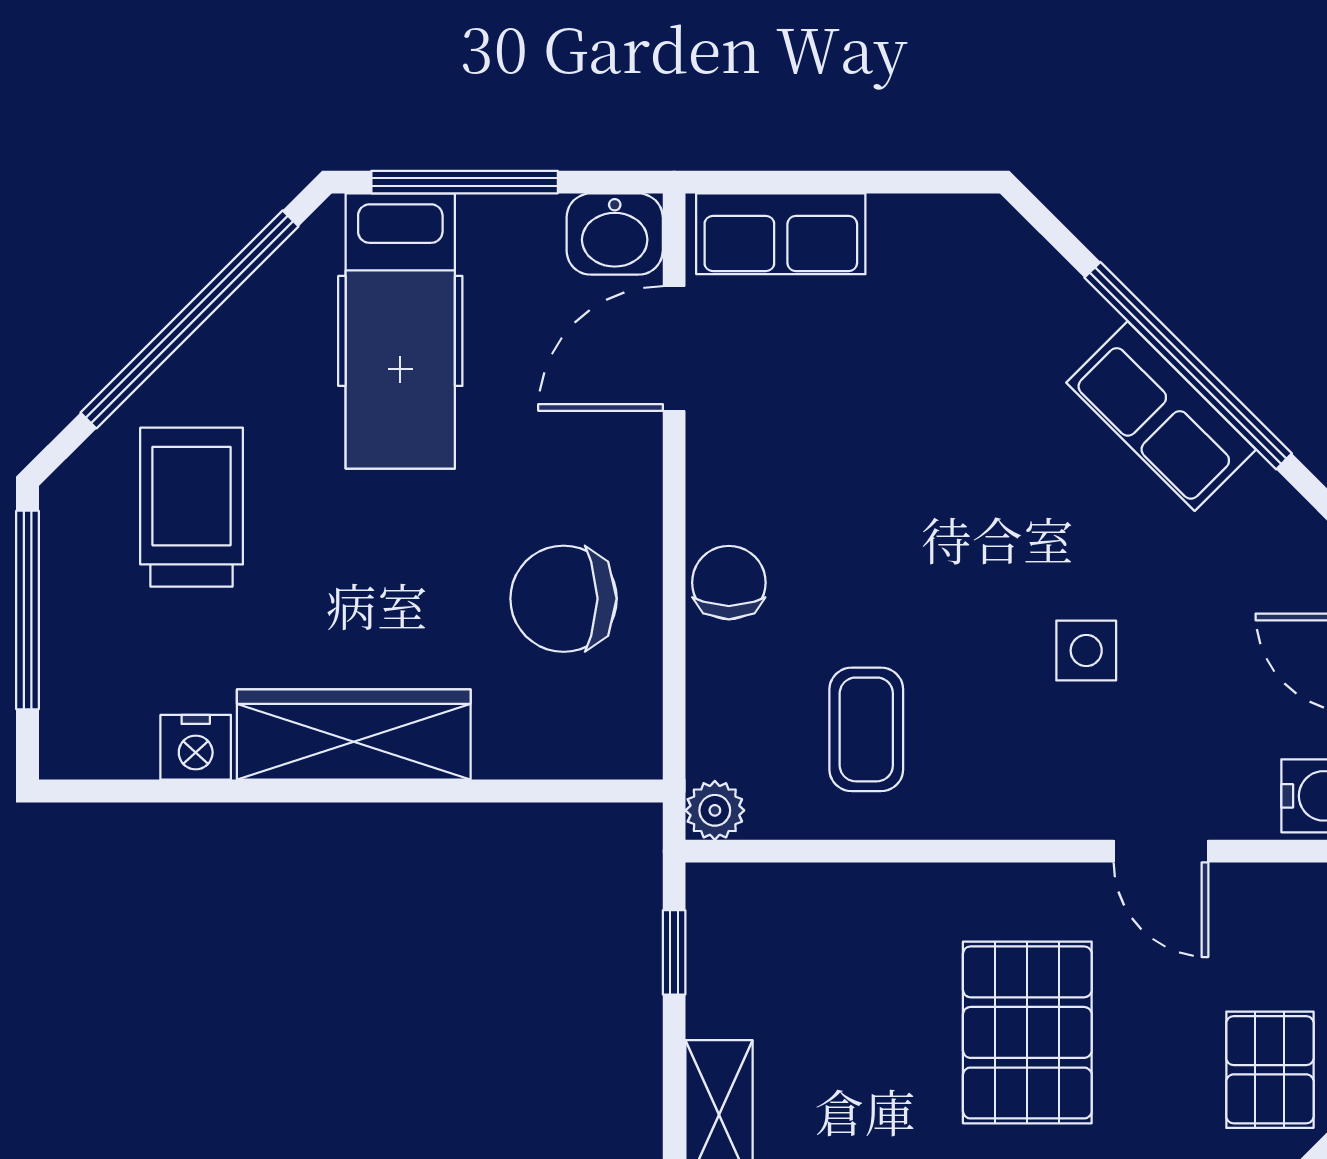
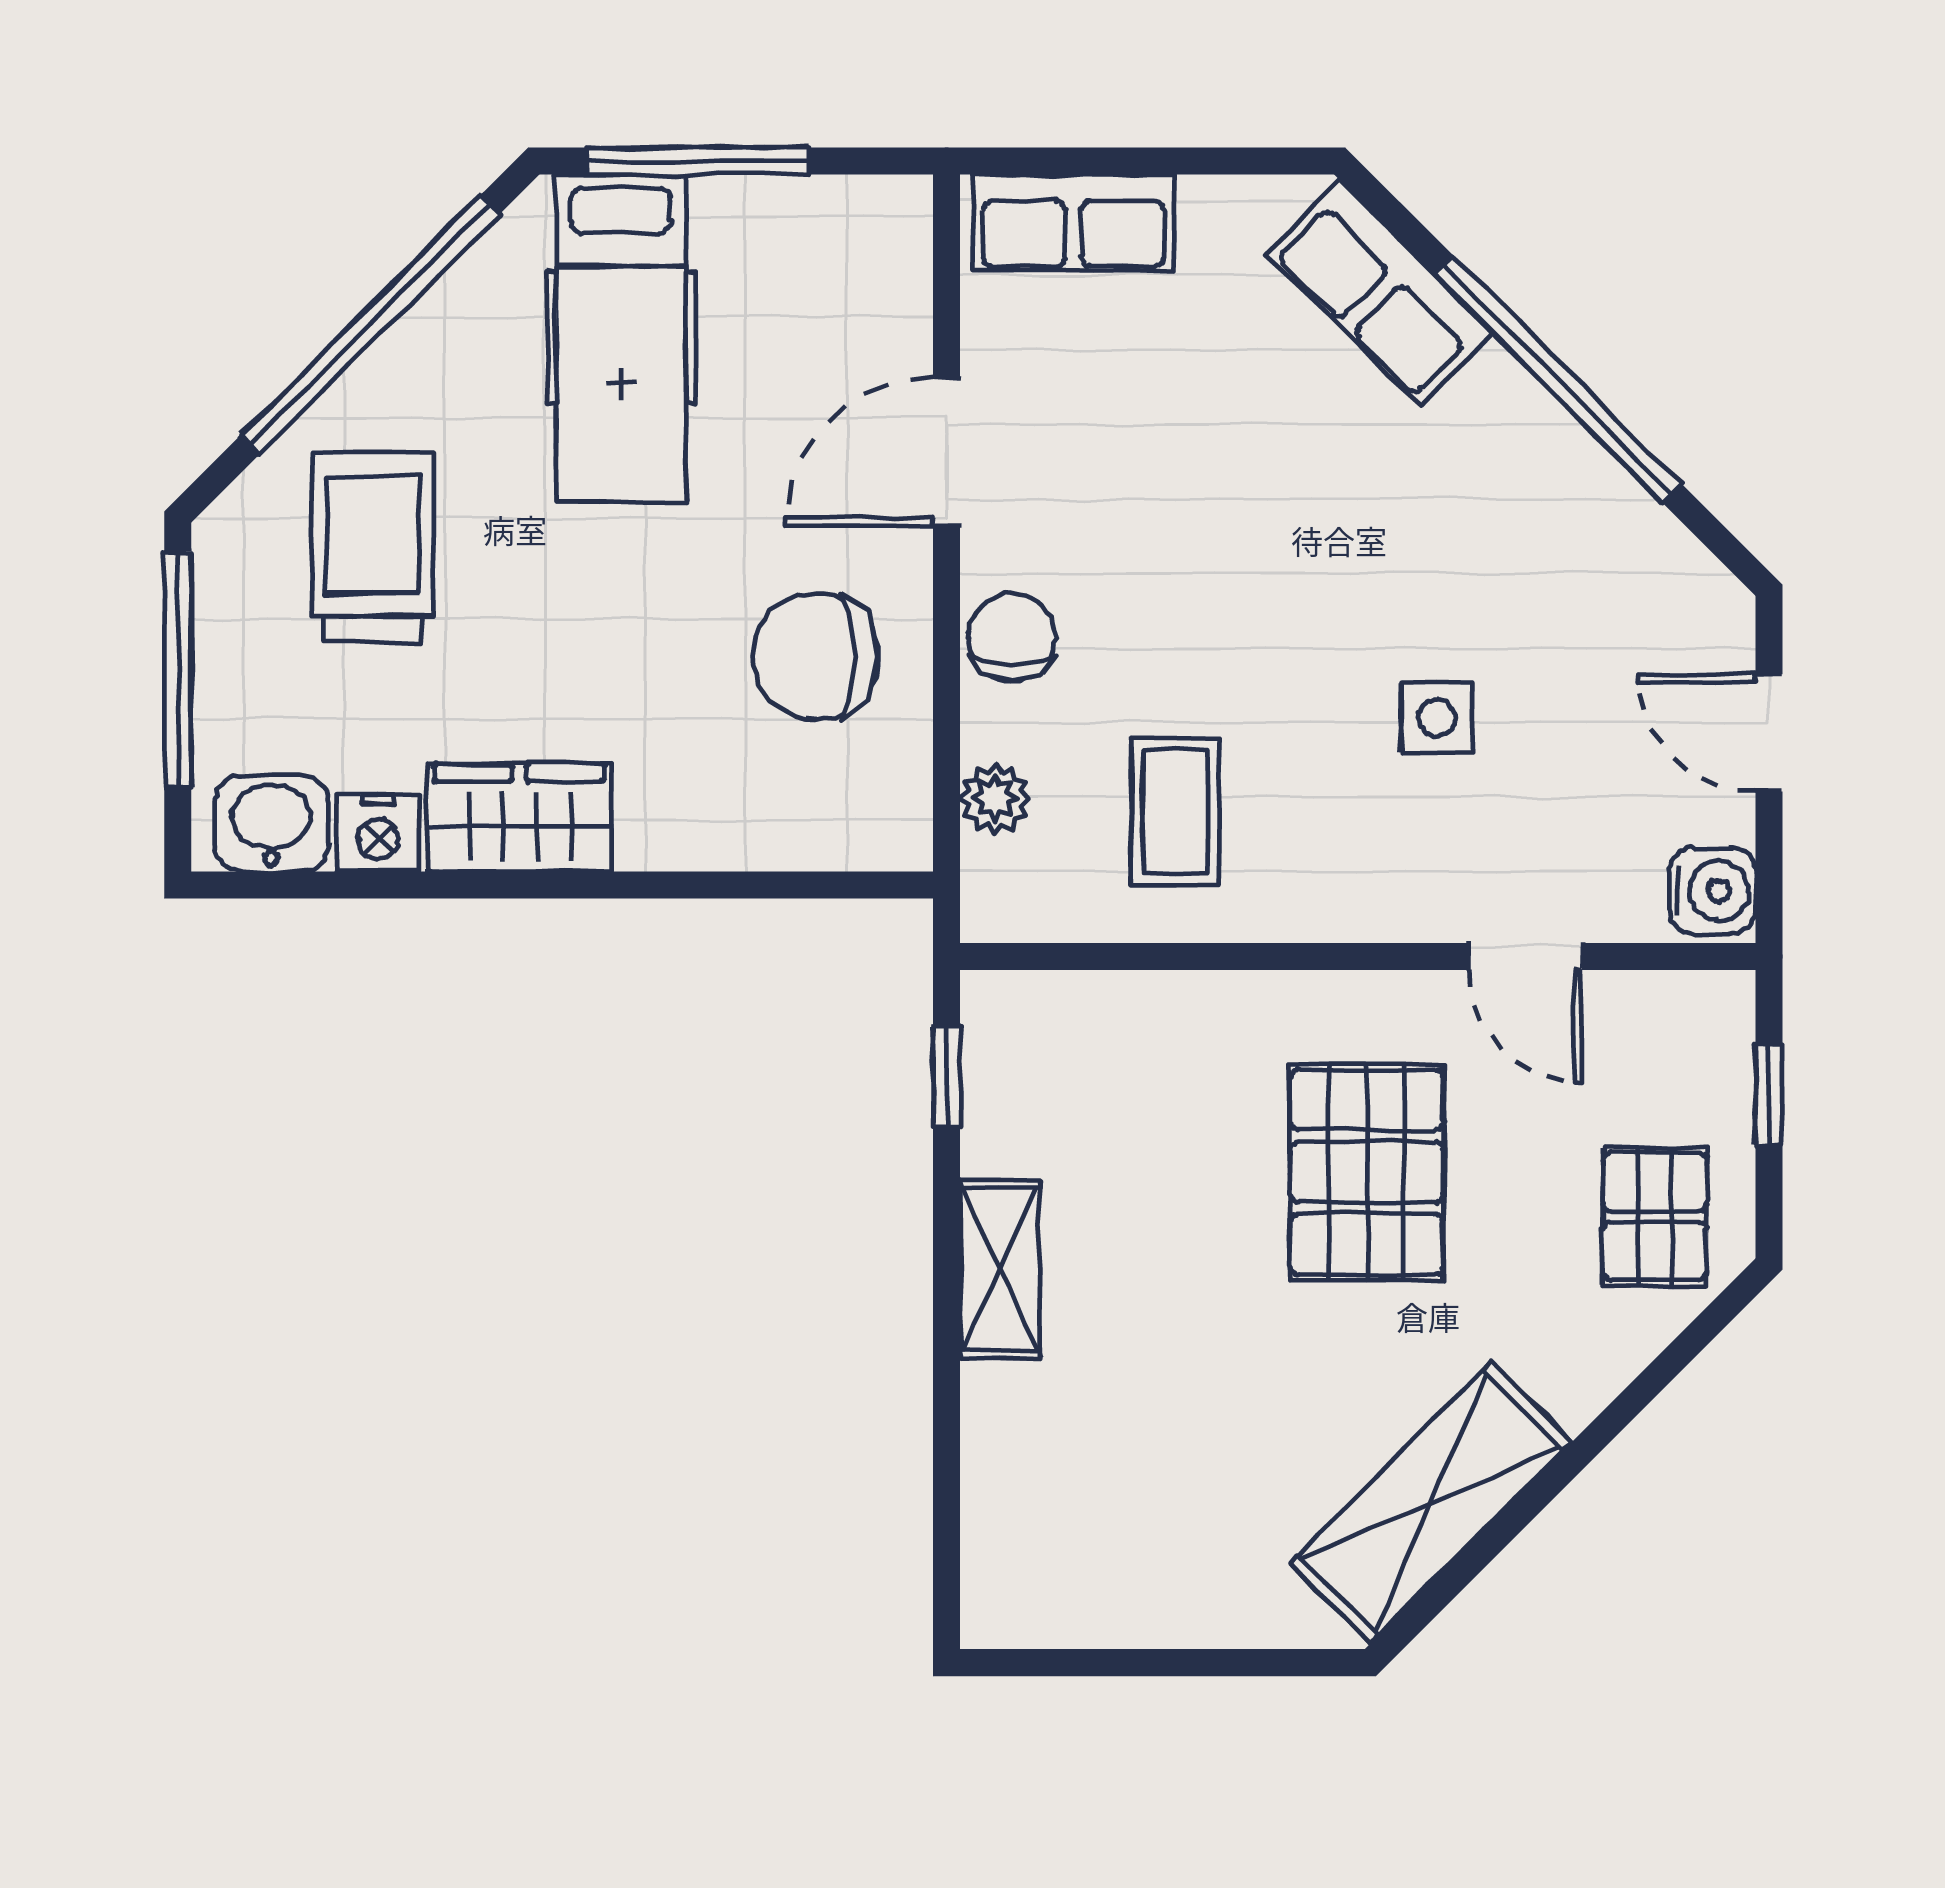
washbasin: (615, 234) -> (271, 823), moved, turned 180
door: (674, 349) -> (947, 452), moved
row of seats: (1161, 416) -> (1380, 293), moved
wardrobe: (354, 735) -> (519, 818), width x0.67
plant: (715, 810) -> (995, 799), moved

